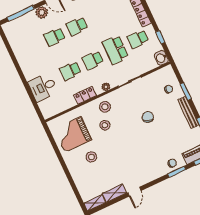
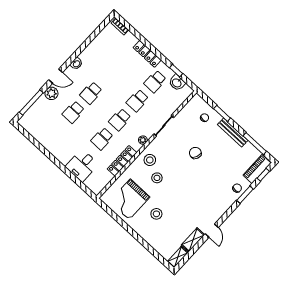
school desk: (115, 50) -> (137, 101), width x0.54
washbasin: (161, 58) -> (177, 83), moved
locker: (85, 95) -> (122, 161), width x1.53

